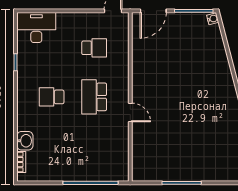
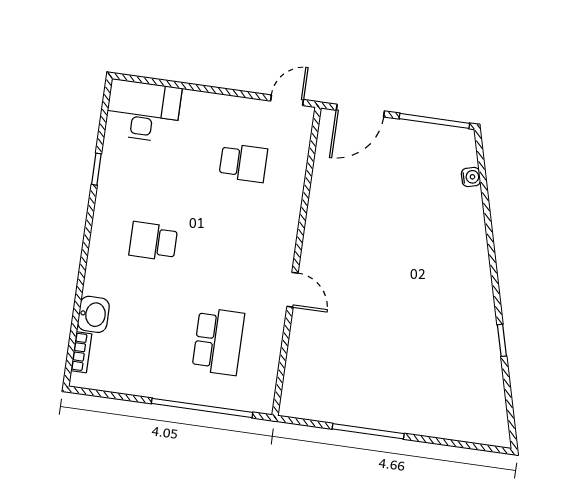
water cooler: (213, 19) -> (471, 177), moved
school desk: (94, 97) -> (218, 342), moved, turned 180

